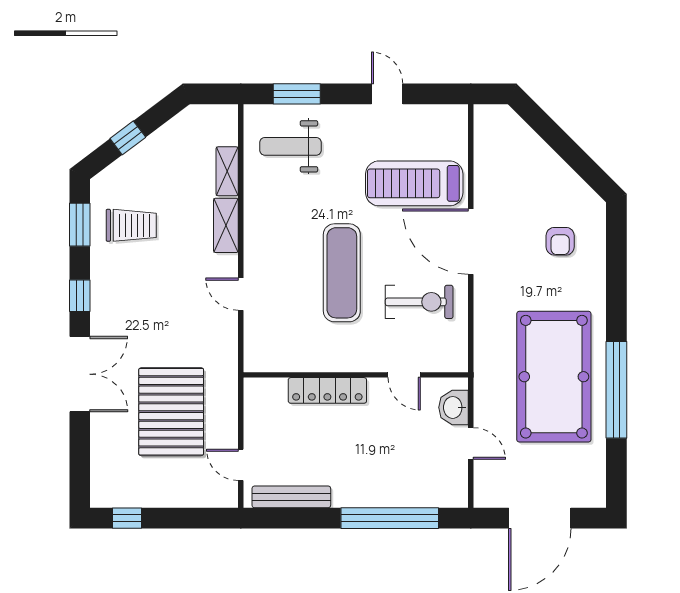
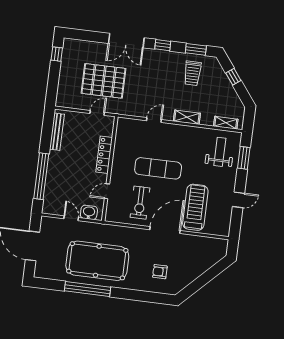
shelving: (227, 171) -> (226, 123), moved
door: (471, 444) -> (71, 218), swing flipped
door: (241, 465) -> (97, 113), moved

